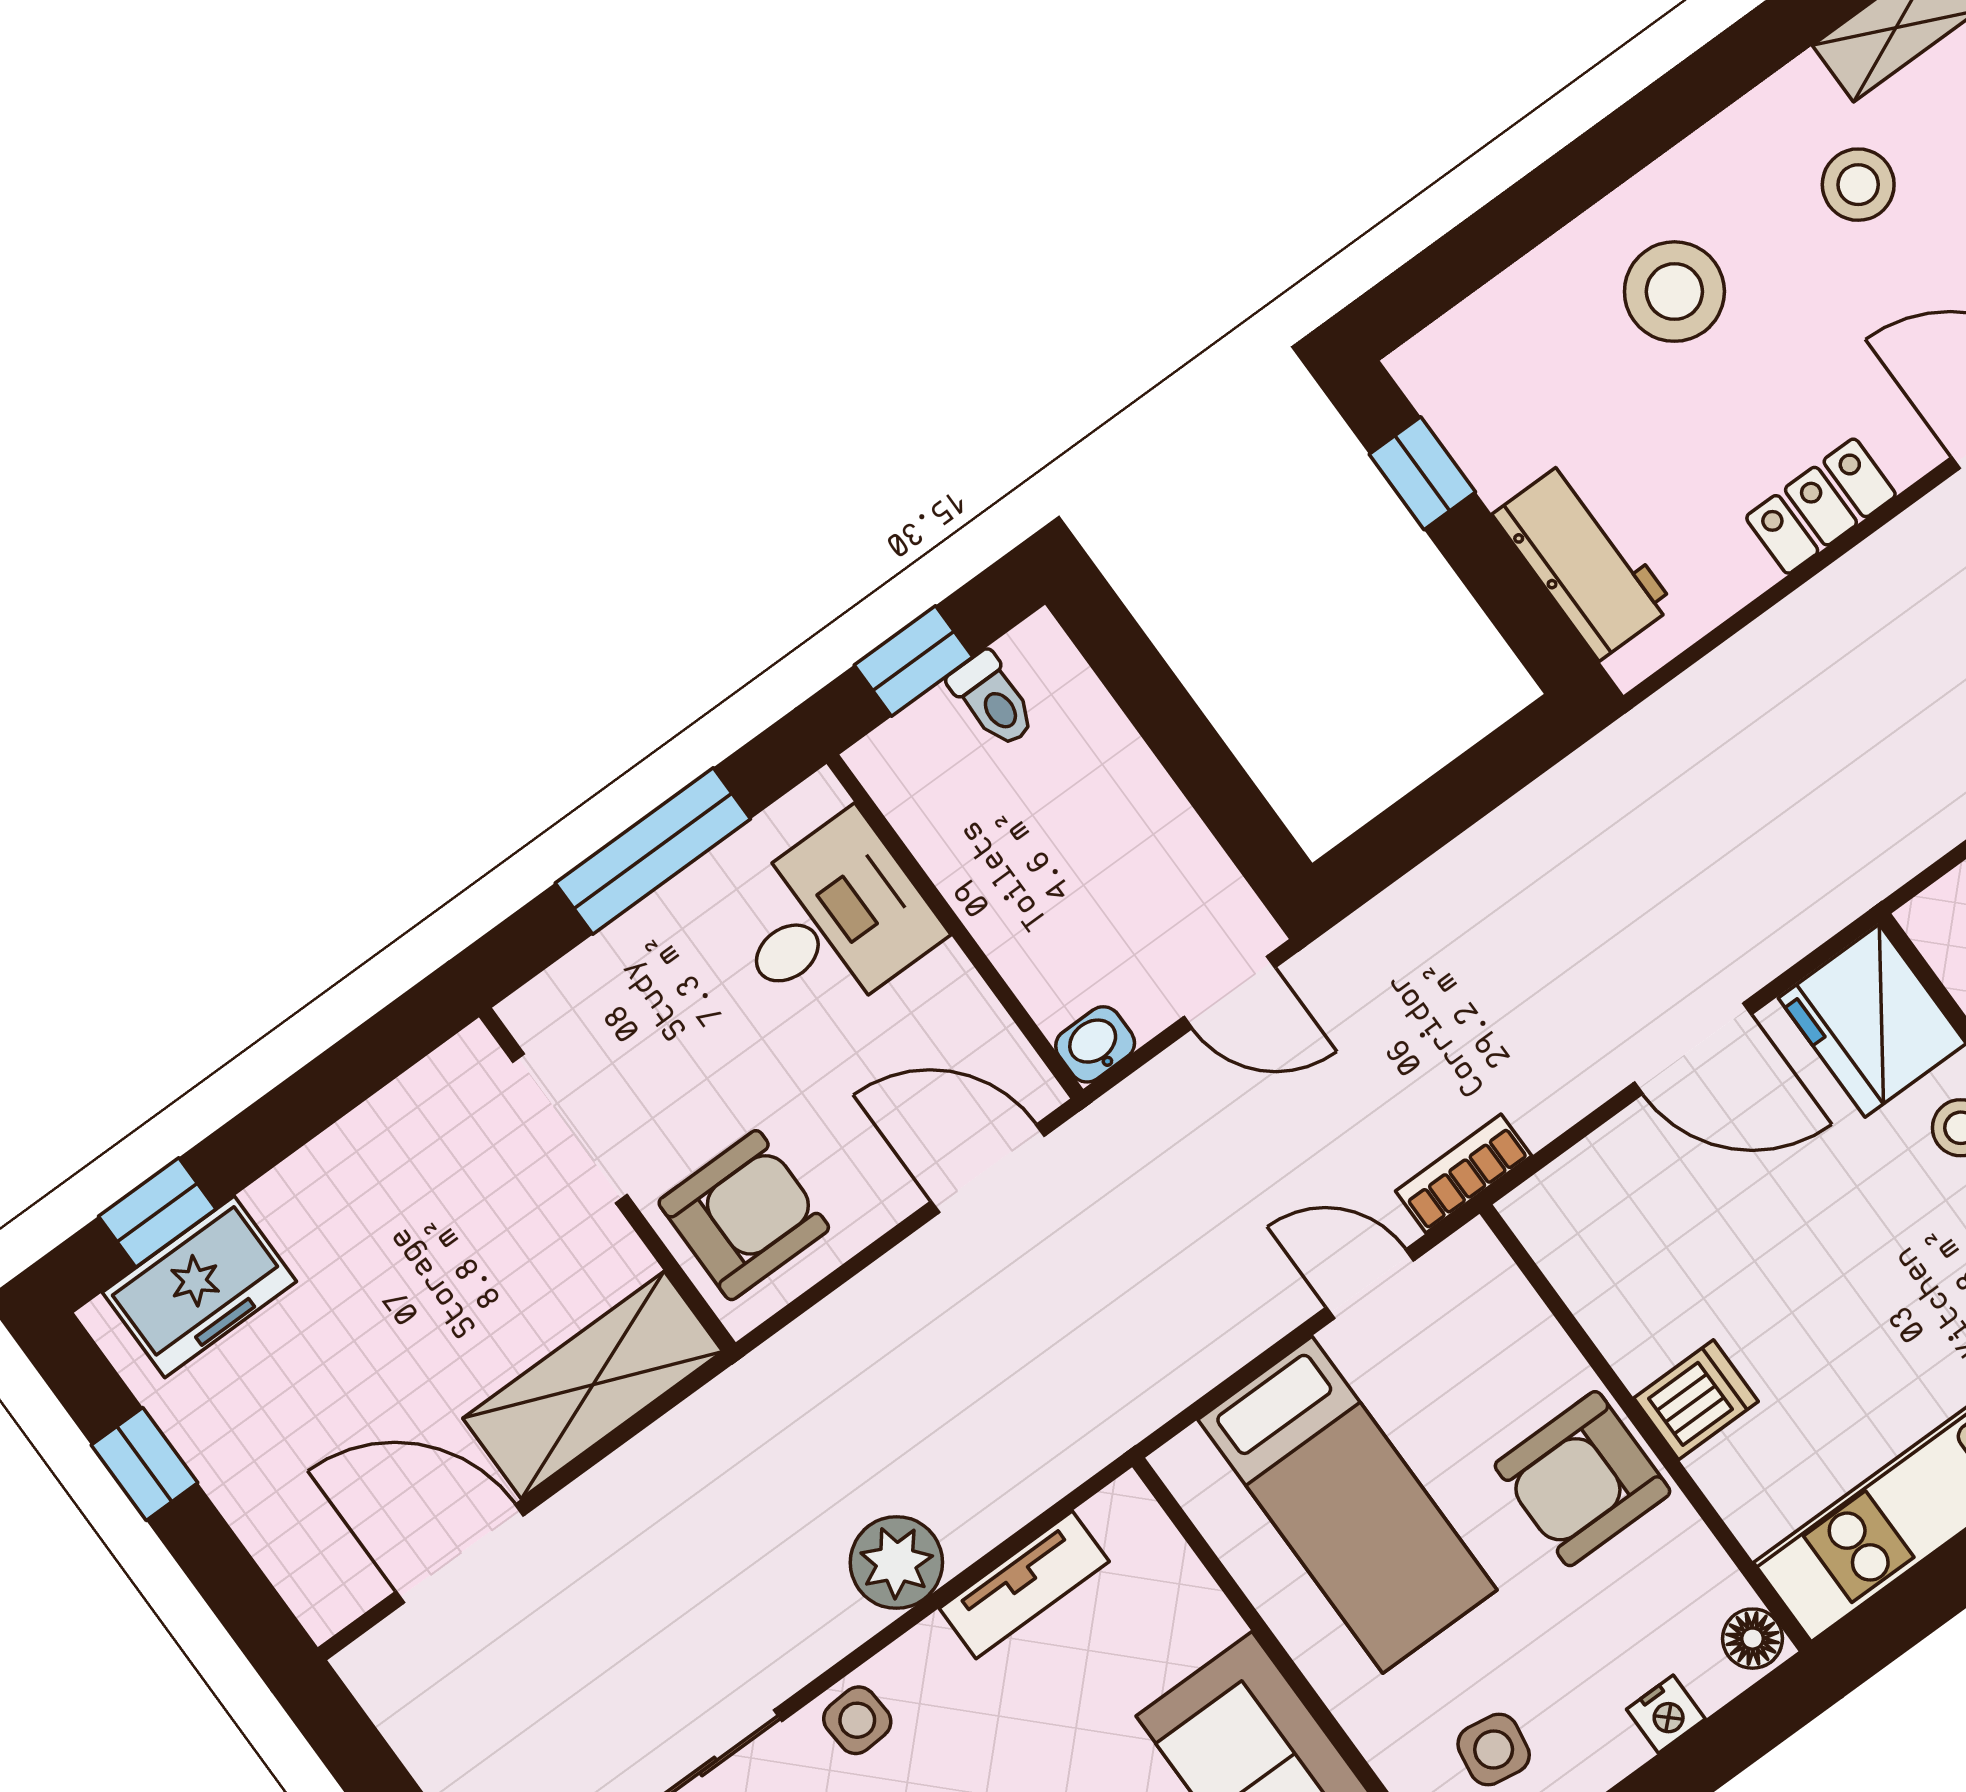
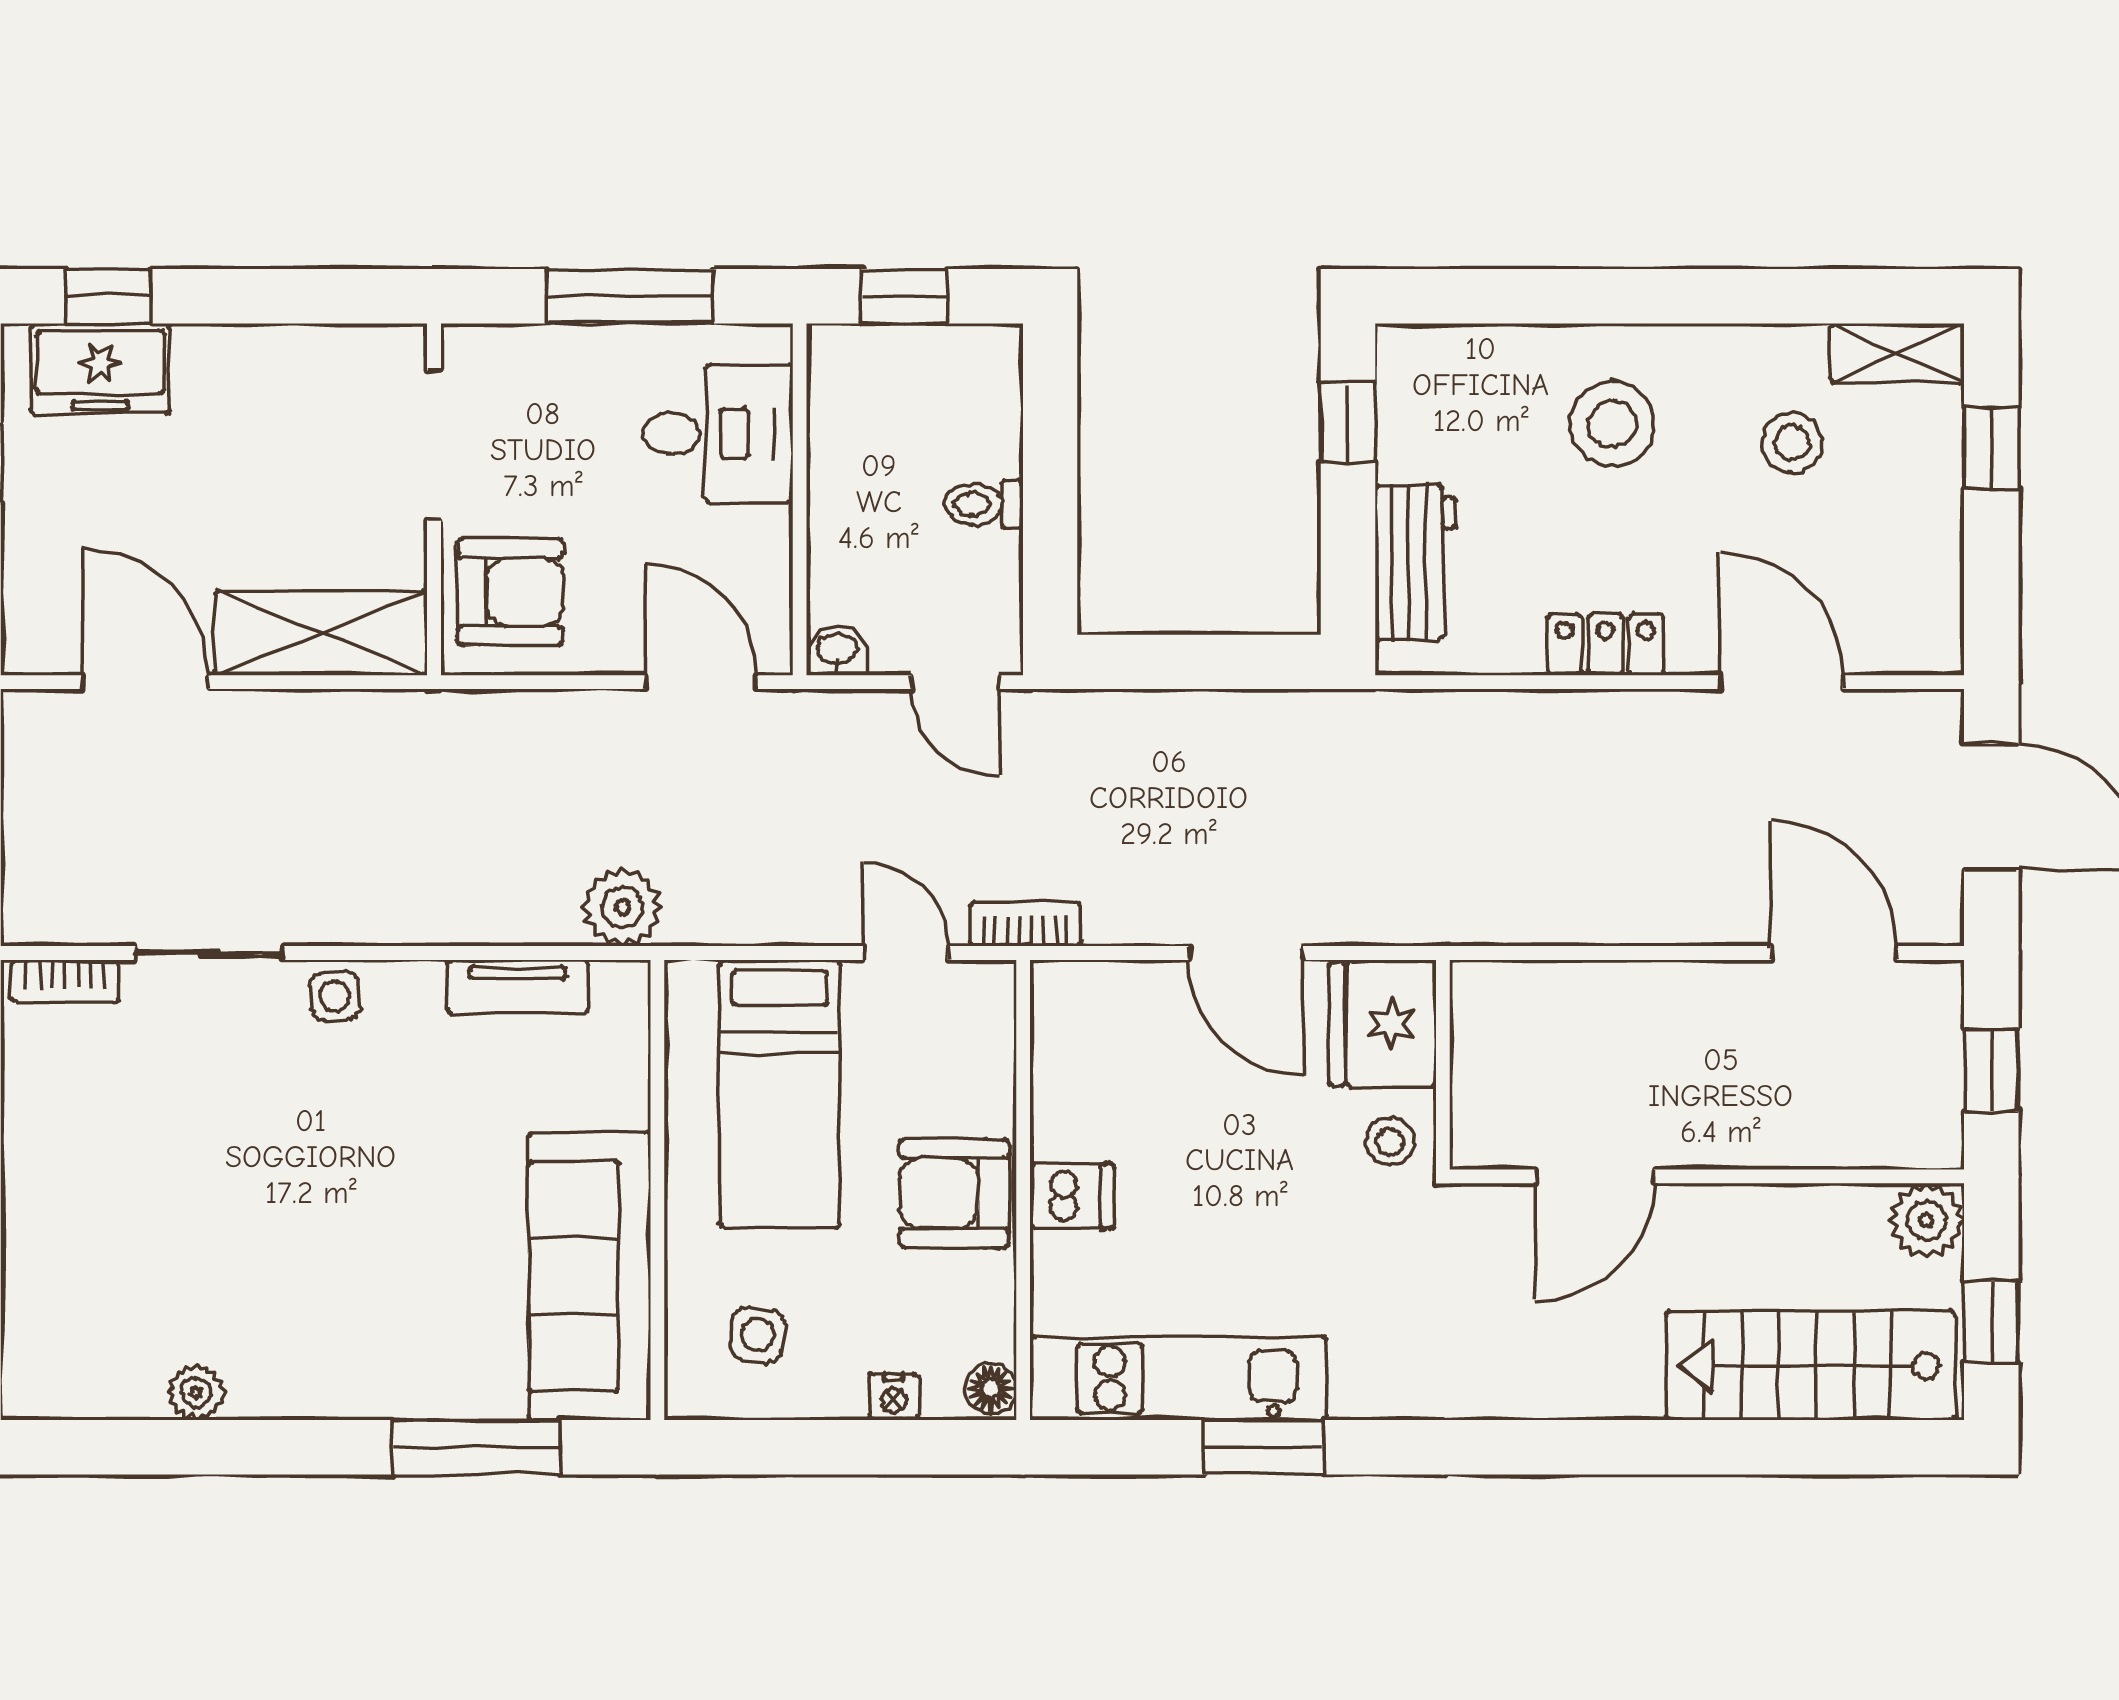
toilet: (993, 700) -> (984, 504), moved, turned 90
plant: (896, 1563) -> (622, 907), moved

